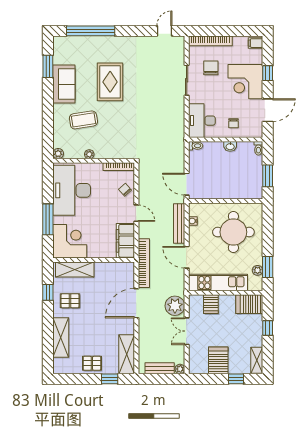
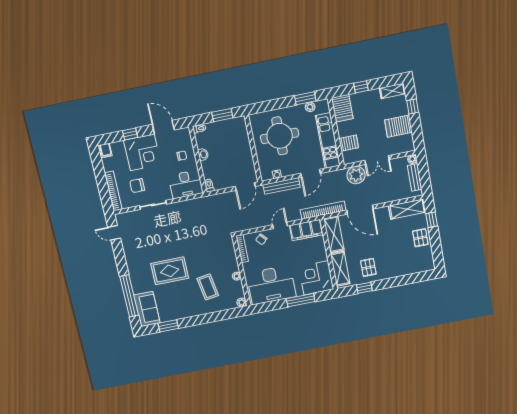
sofa: (64, 84) -> (147, 309), moved, turned 90
shelving: (61, 337) -> (334, 234), moved, turned 90

